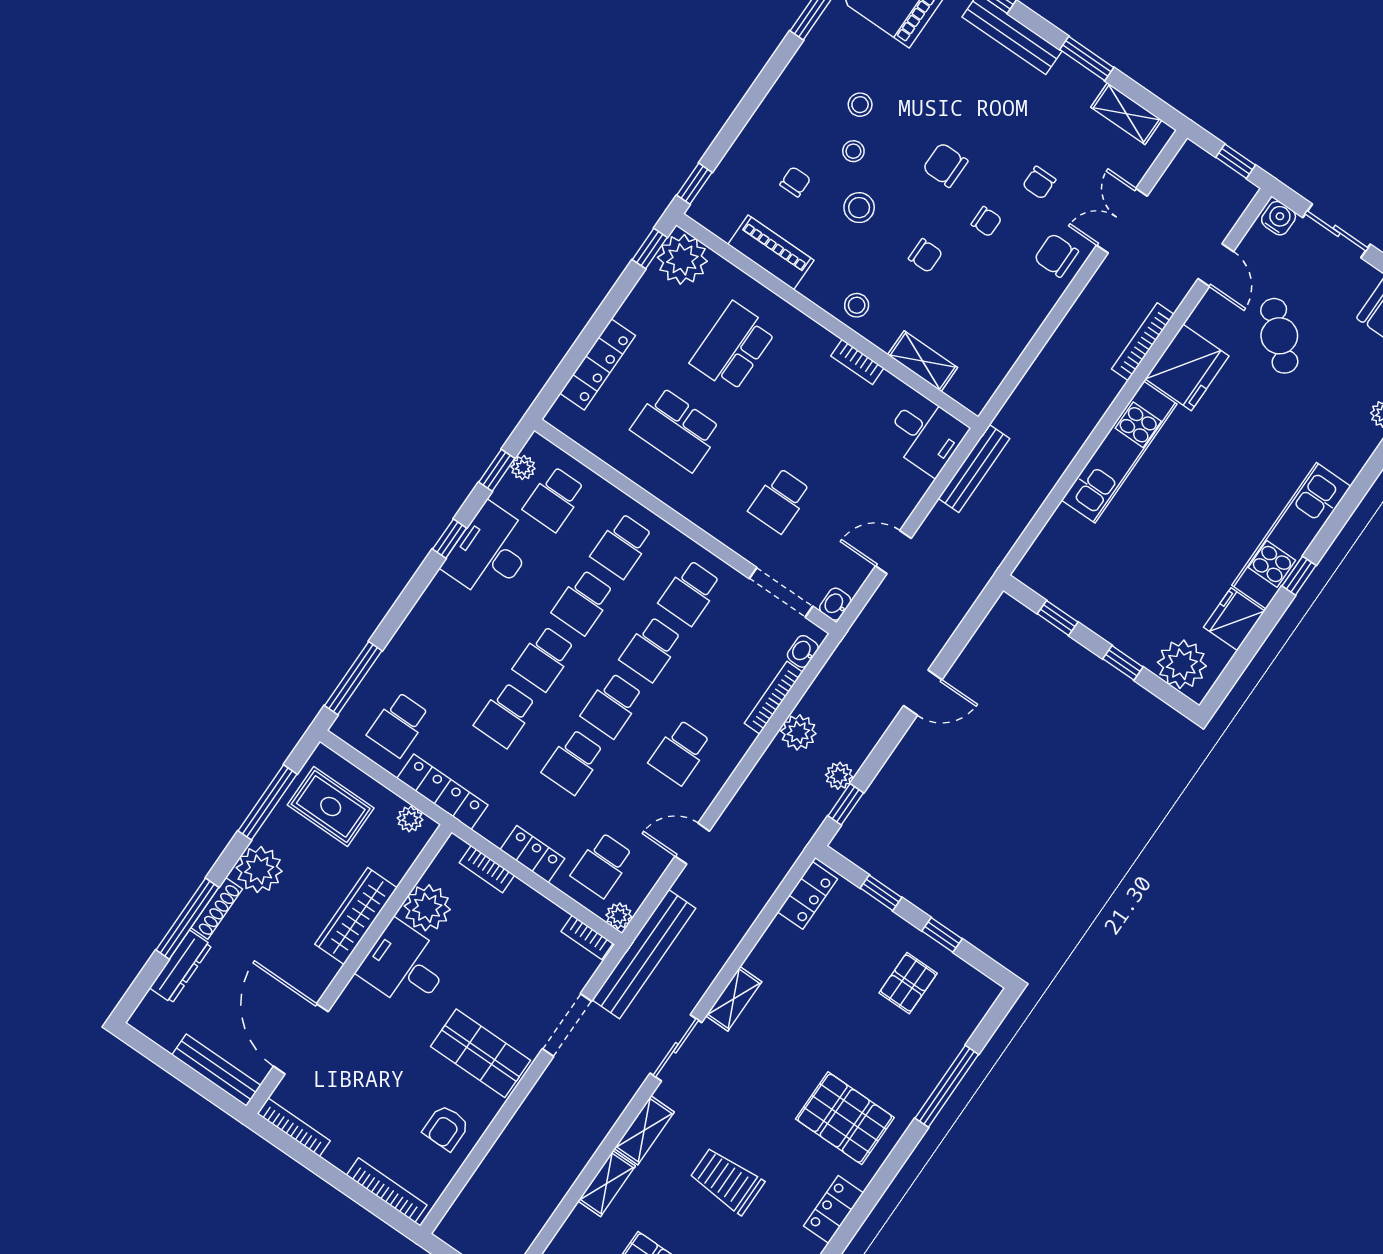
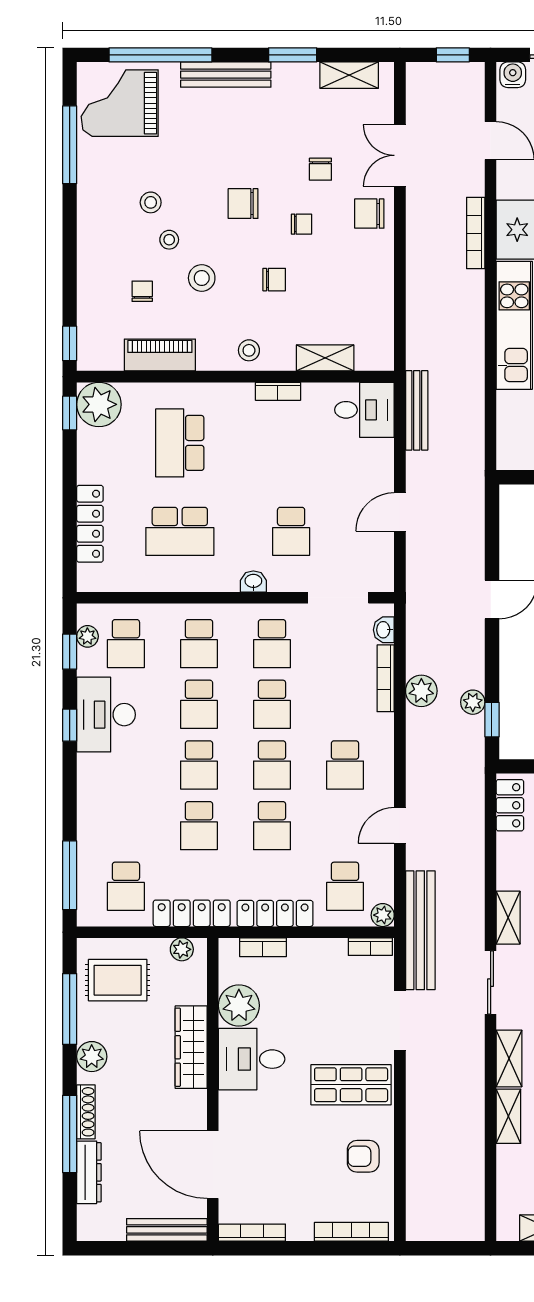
washbasin: (835, 604) -> (253, 582), moved, turned 90
locker: (532, 854) -> (275, 913), width x1.53
plant: (259, 869) -> (92, 1057), width x0.73, depth x0.73
armchair: (446, 1128) -> (363, 1156), turned 90

